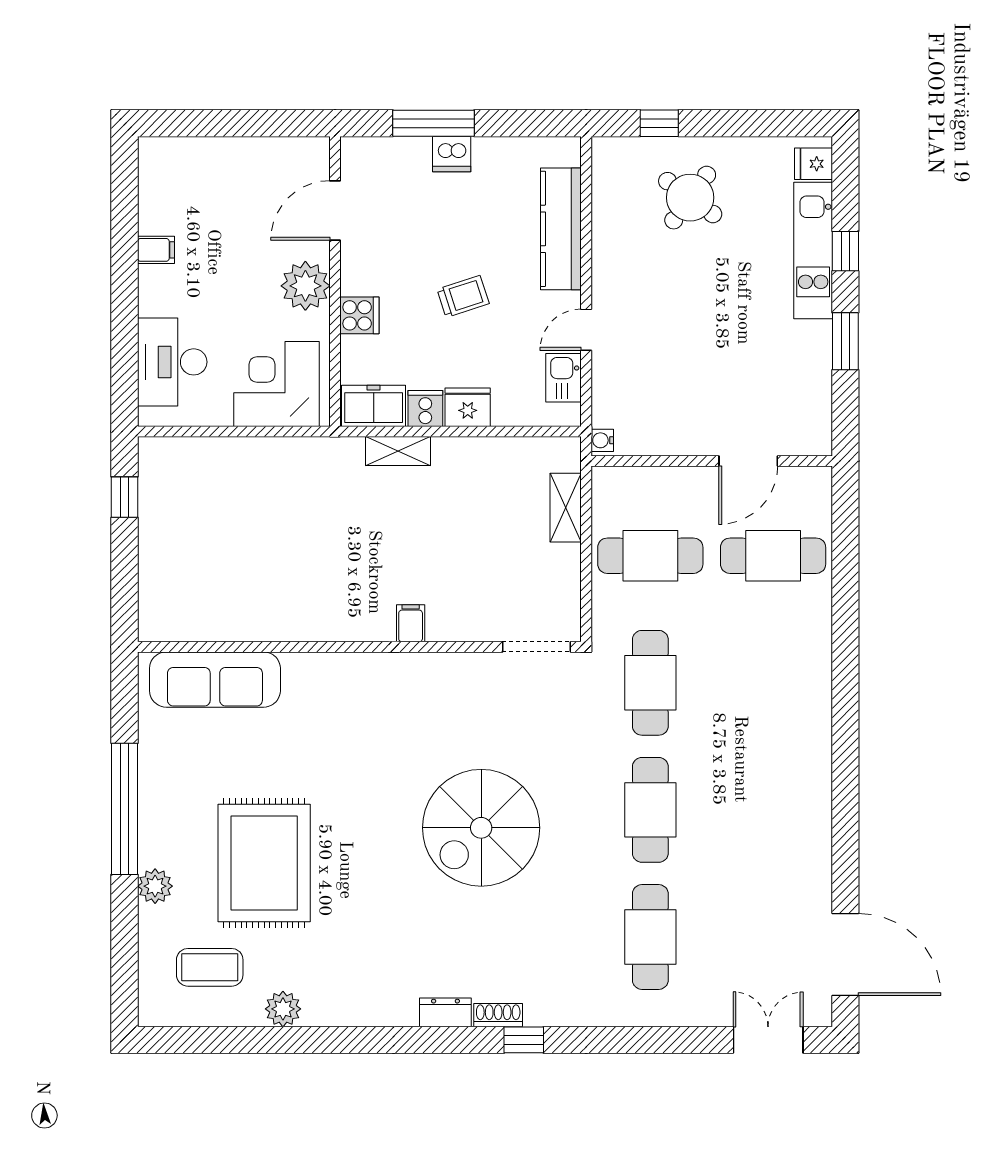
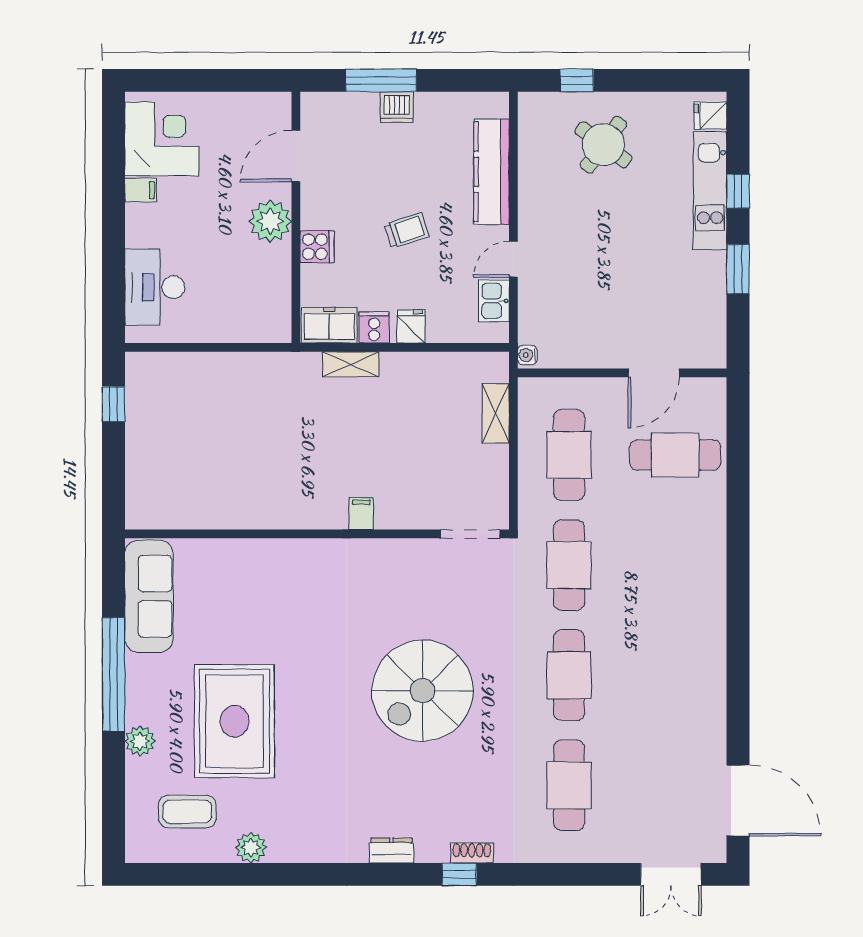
corner desk: (277, 384) -> (162, 139), moved, turned 90
fridge: (468, 407) -> (411, 326), width x0.72
cafe table: (650, 556) -> (569, 455), turned 90
sofa: (215, 680) -> (149, 596), moved, turned -90
shoe rack: (498, 1015) -> (472, 853), moved
double door: (768, 1040) -> (671, 874), swing flipped

